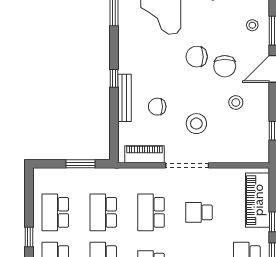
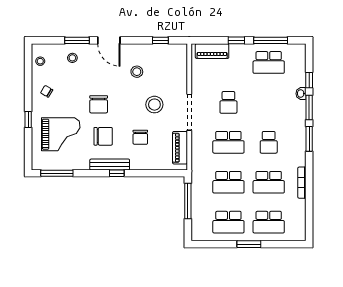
chair: (225, 66) -> (103, 136), moved
bench: (124, 98) -> (110, 164), moved
window: (81, 164) -> (188, 201), width x1.44
piano: (258, 200) -> (212, 51), width x0.73, depth x0.75
window: (29, 237) -> (249, 244), width x1.50

